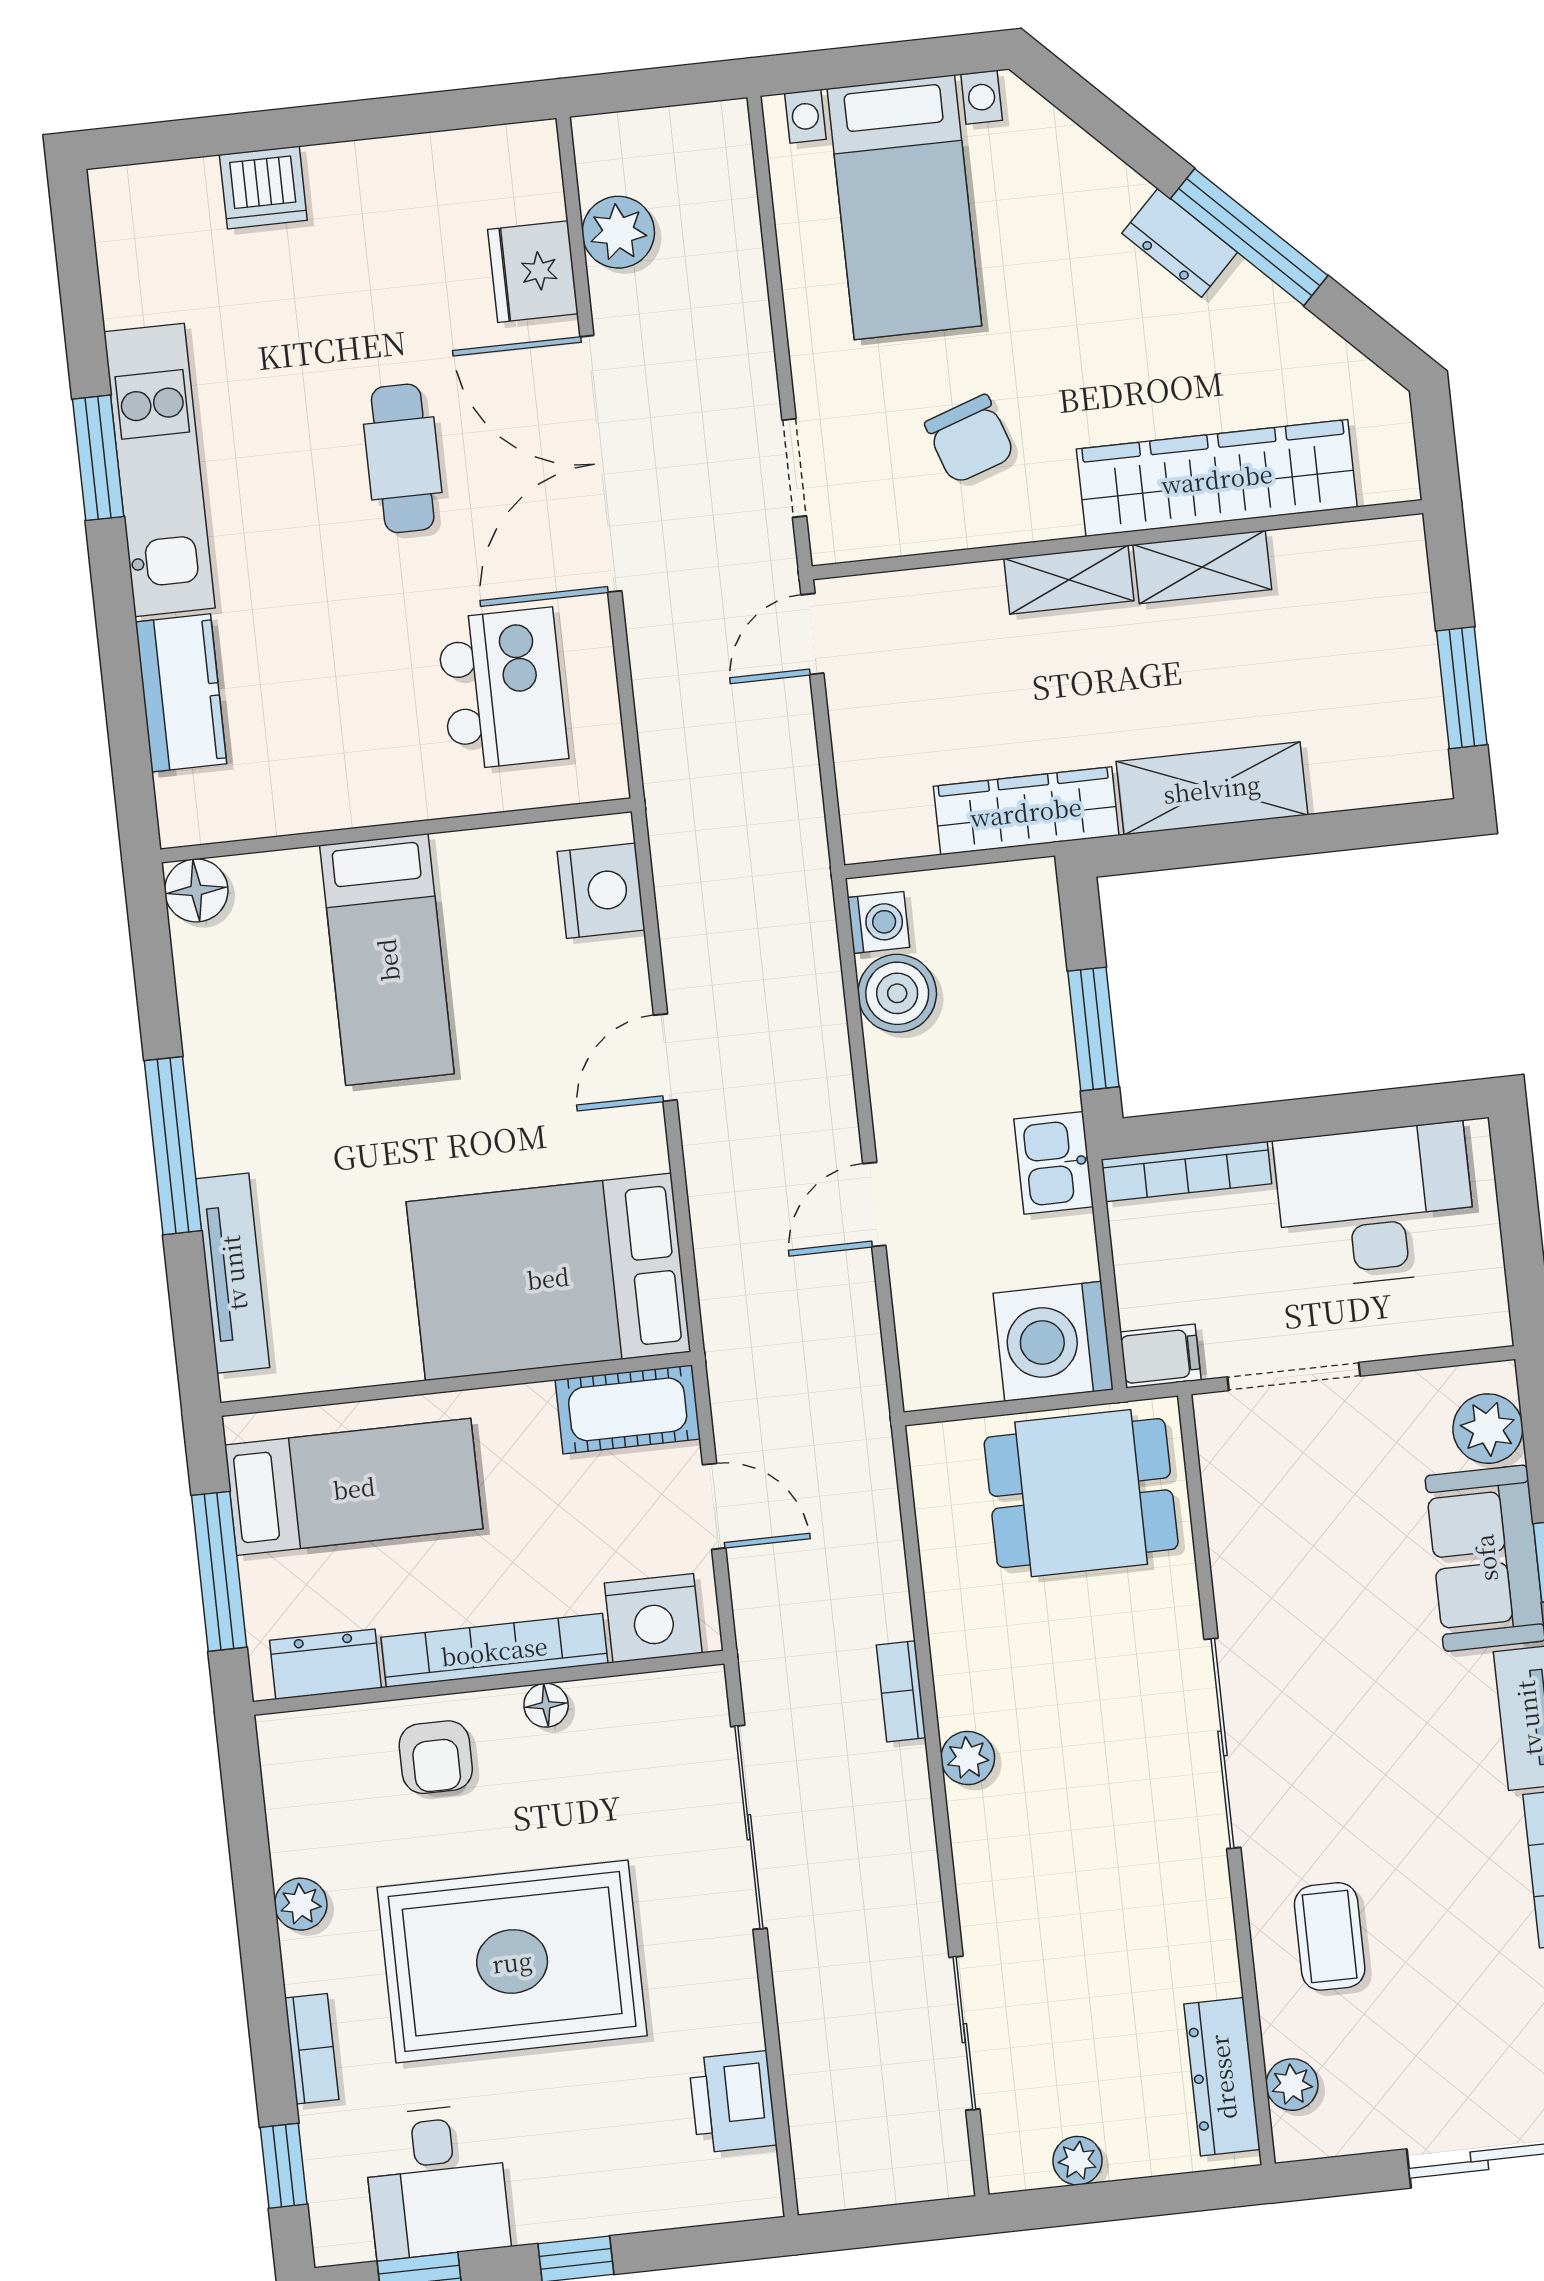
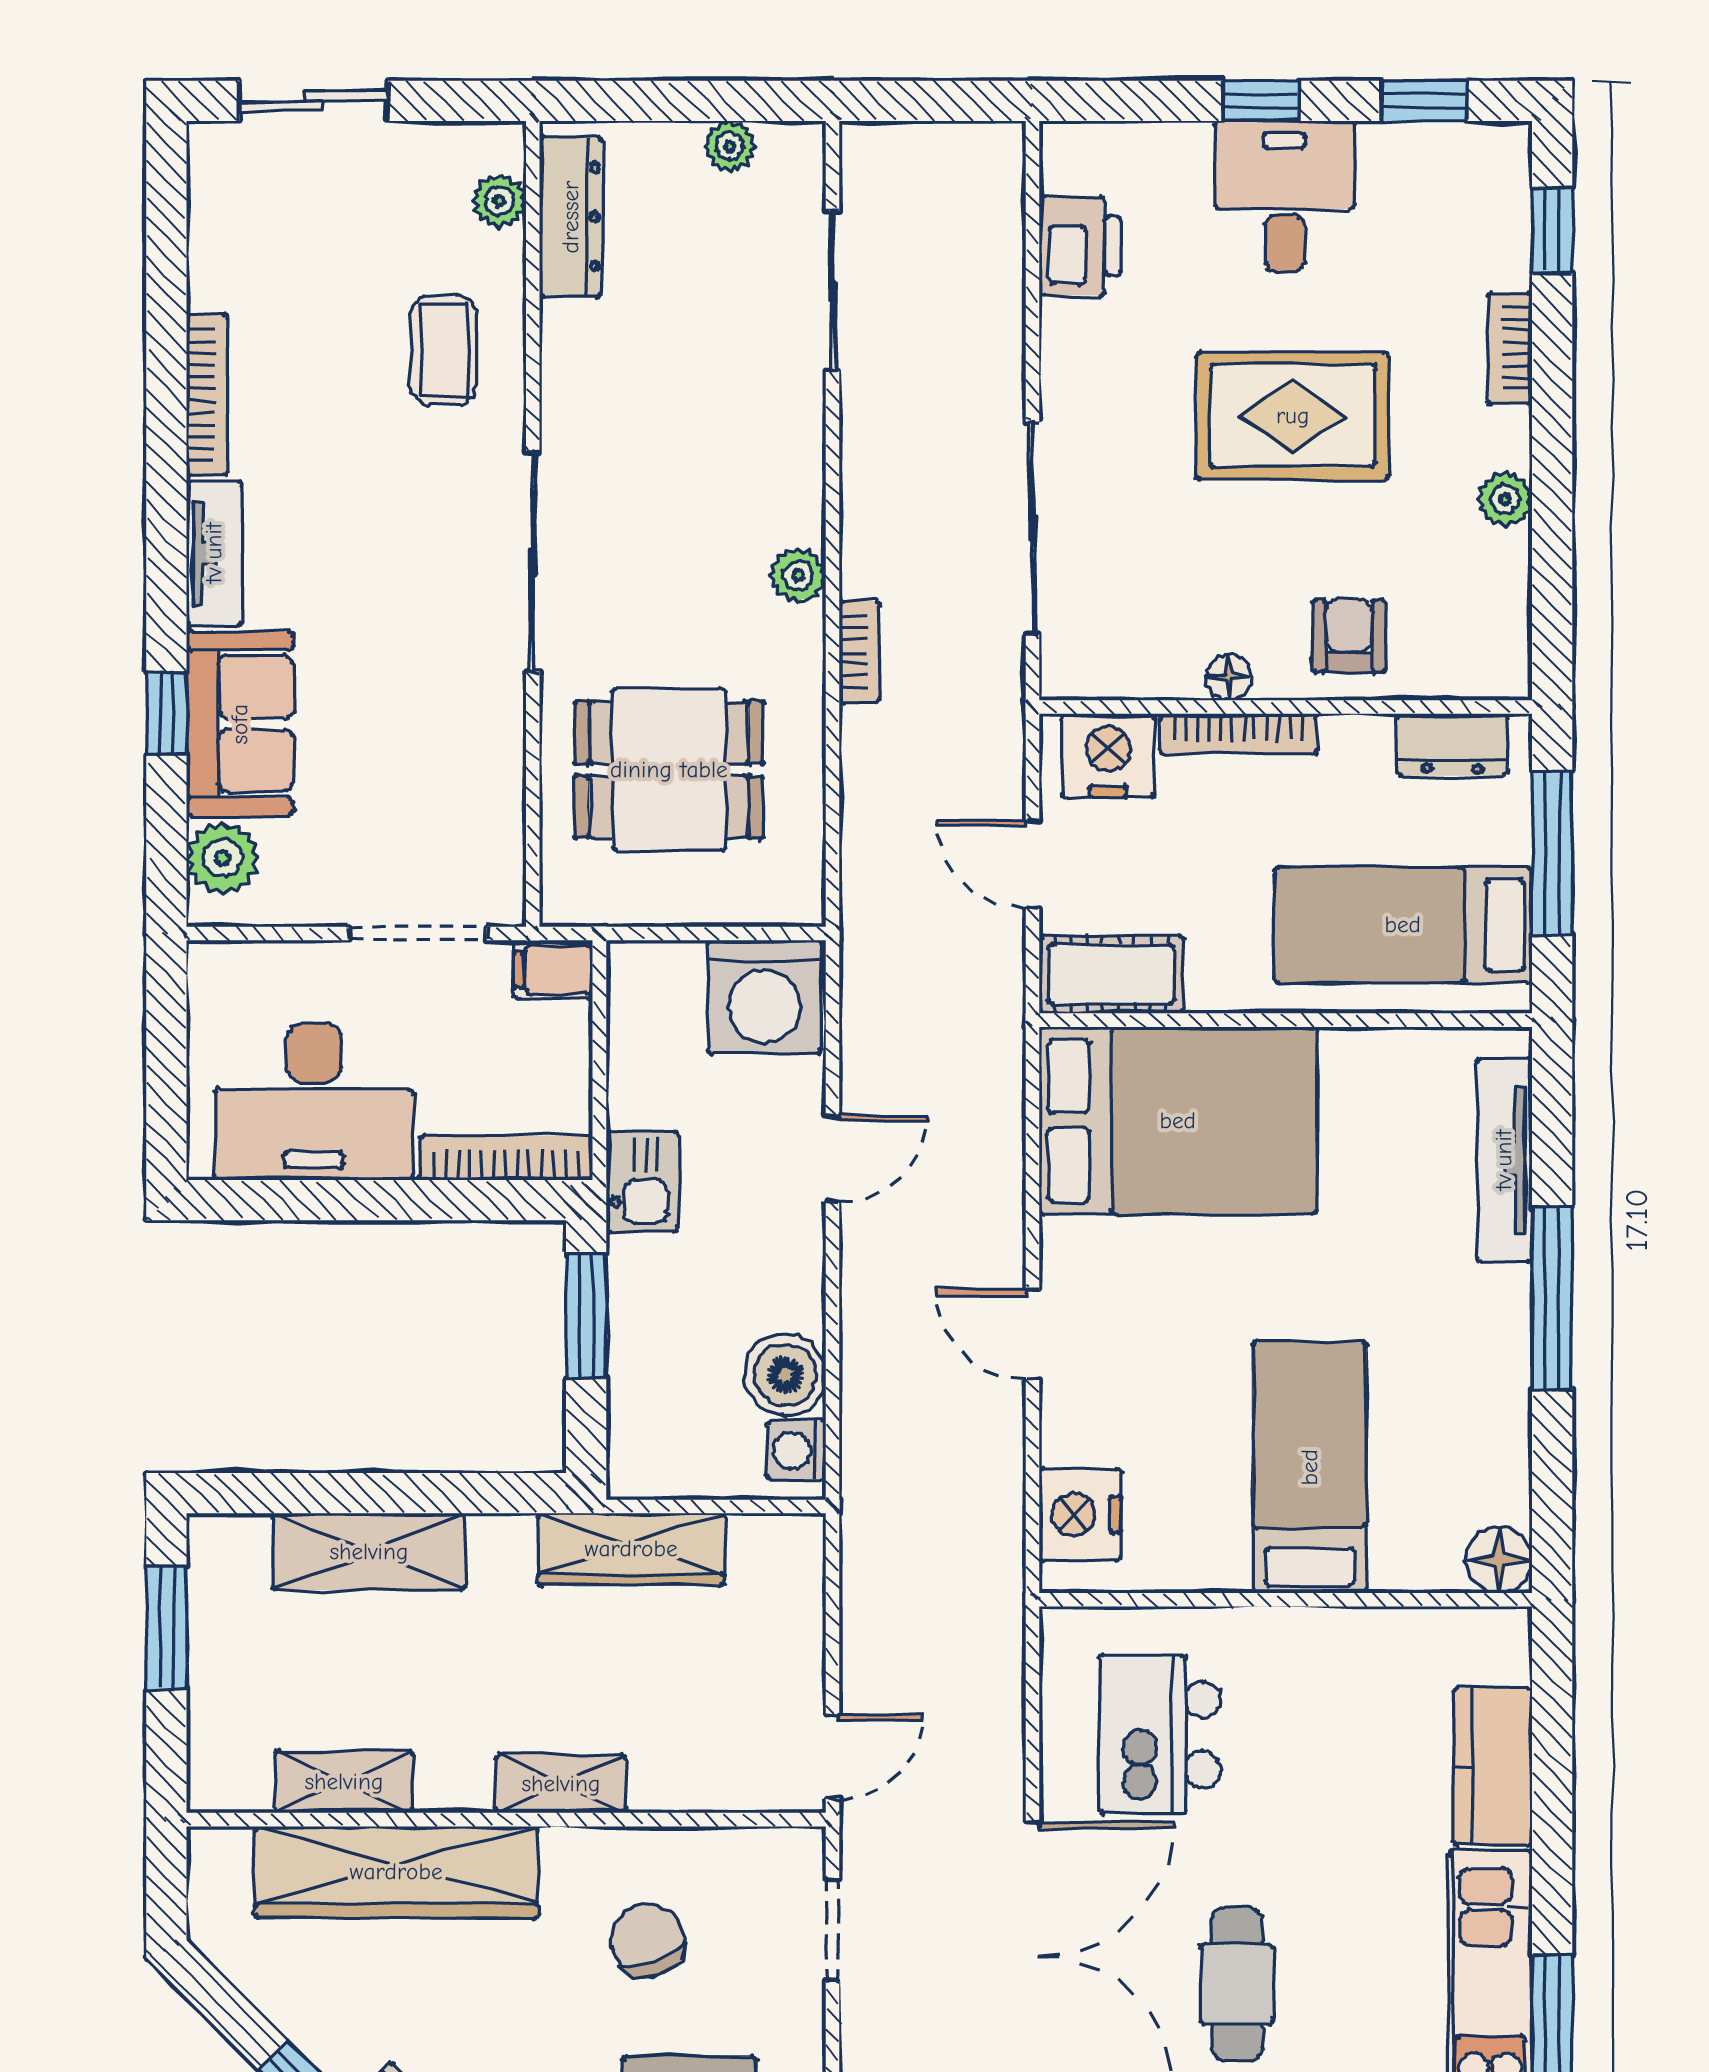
shelving: (1202, 567) -> (344, 1782), moved
shelving: (1212, 788) -> (369, 1552), moved
door: (665, 1058) -> (1032, 1334), swing flipped
washing machine: (1053, 1341) -> (765, 997), moved, turned 90
dining table: (1081, 1493) -> (669, 770), moved
bookcase: (494, 1650) -> (1238, 734), width x0.68, depth x0.76
rug: (512, 1961) -> (1293, 416), width x0.73, depth x0.69
desk: (436, 2182) -> (1285, 197), moved

